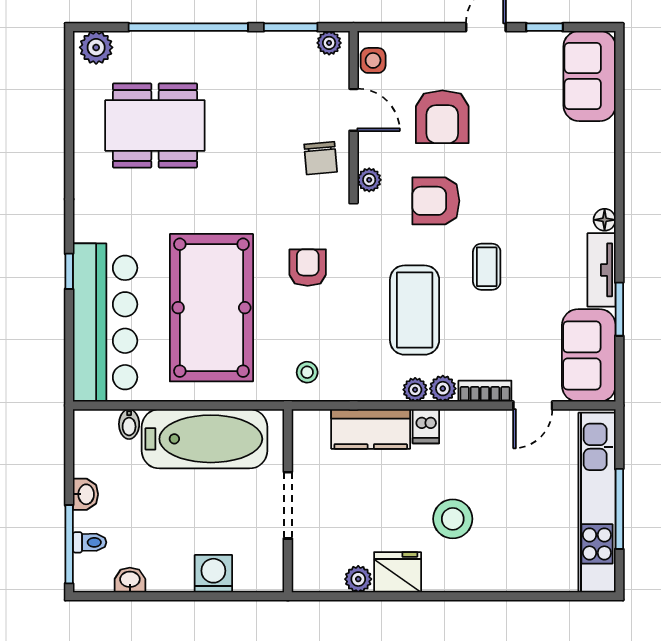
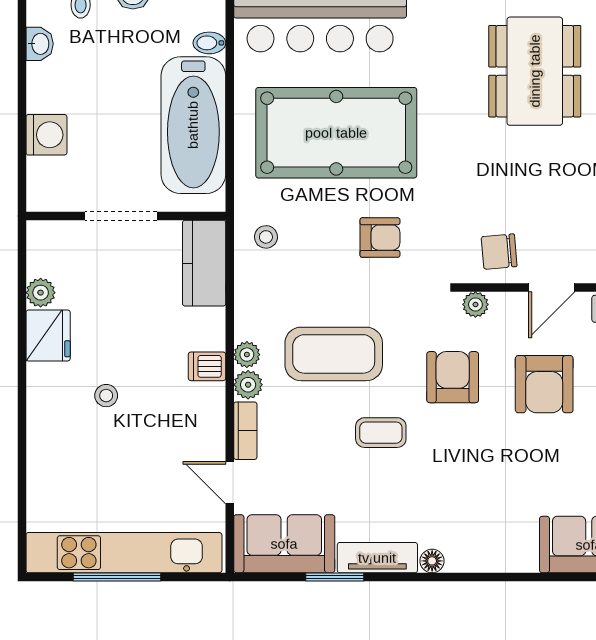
armchair: (442, 117) -> (544, 384), turned -90
kitchen counter: (371, 429) -> (204, 263), moved
stool: (453, 519) -> (106, 396), width x0.53, depth x0.53

